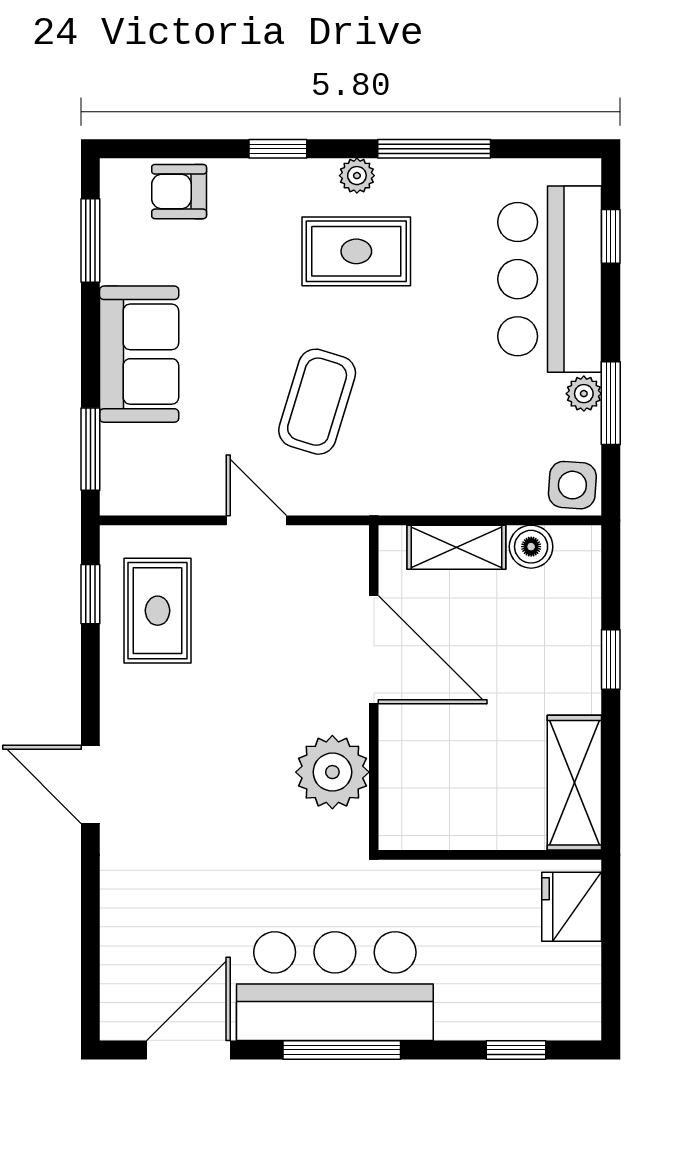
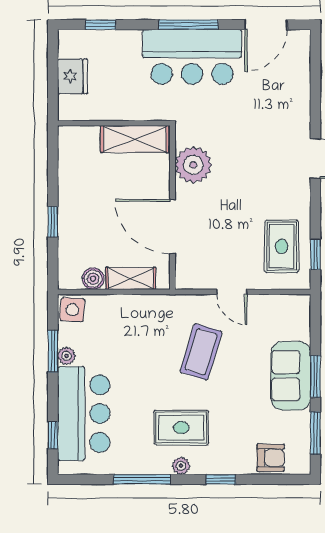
window: (90, 449) -> (315, 376), moved
shelving: (574, 783) -> (135, 139), moved, turned 90
fridge: (572, 907) -> (73, 76), moved

